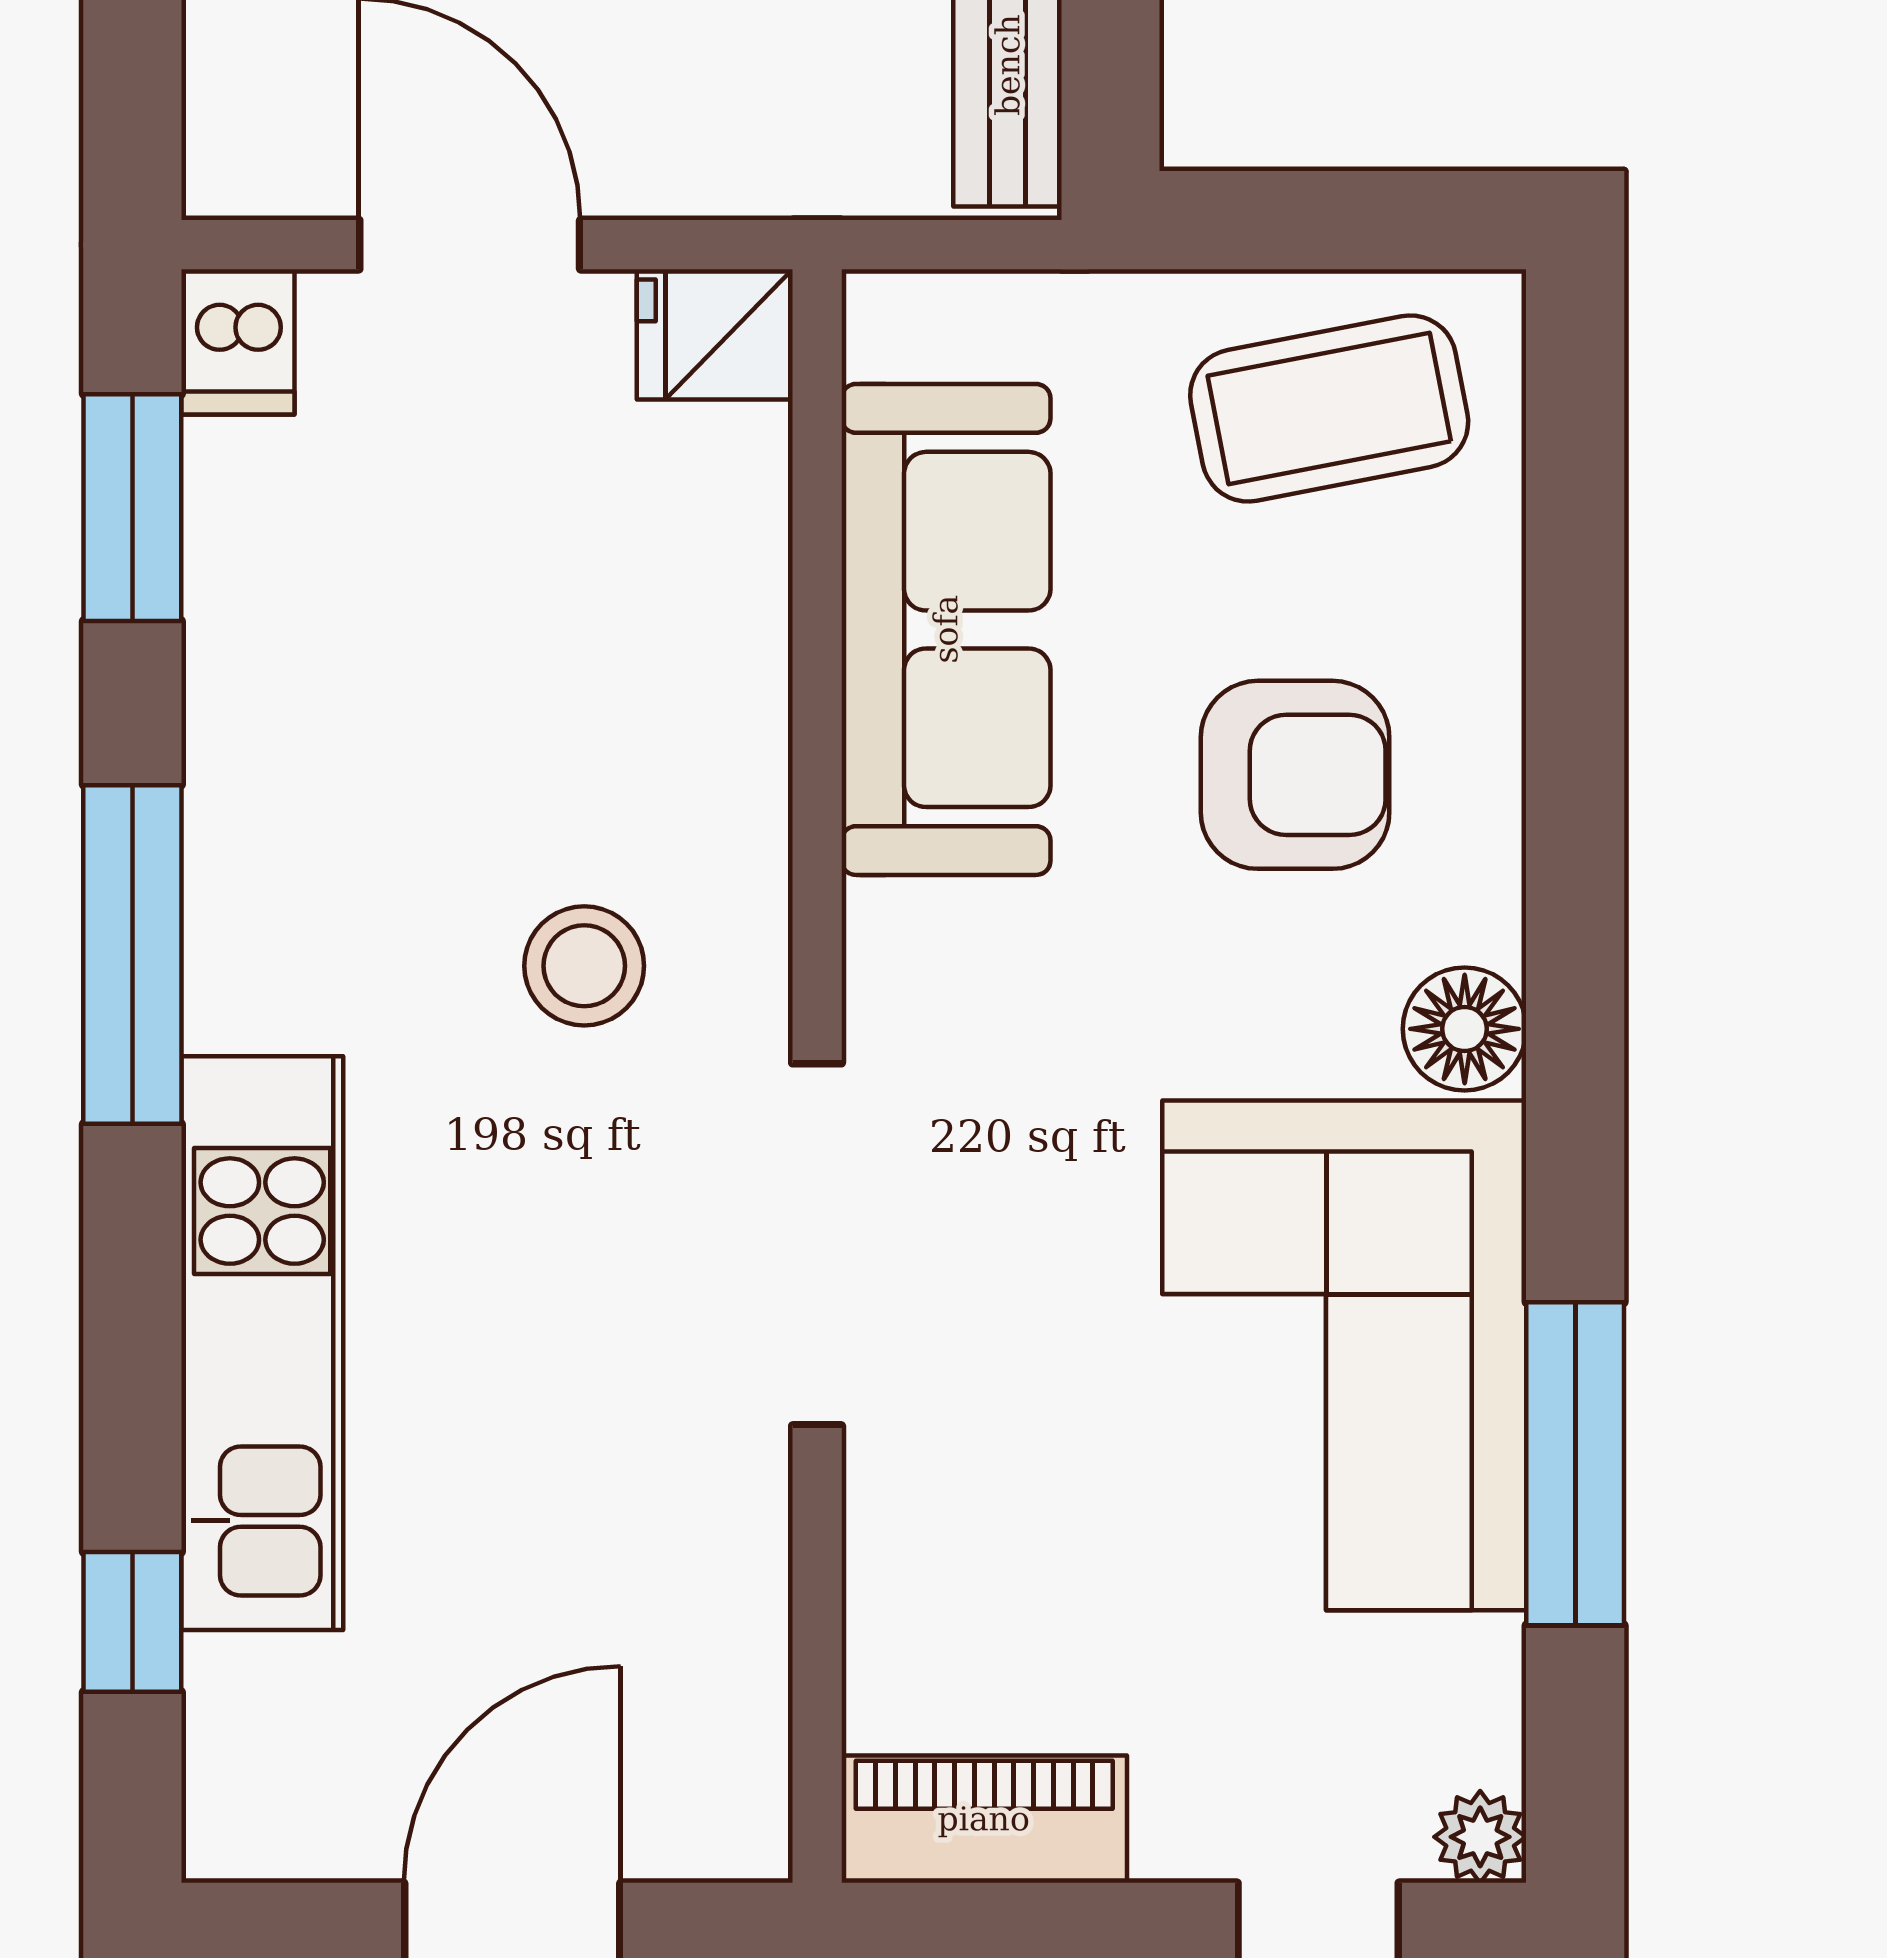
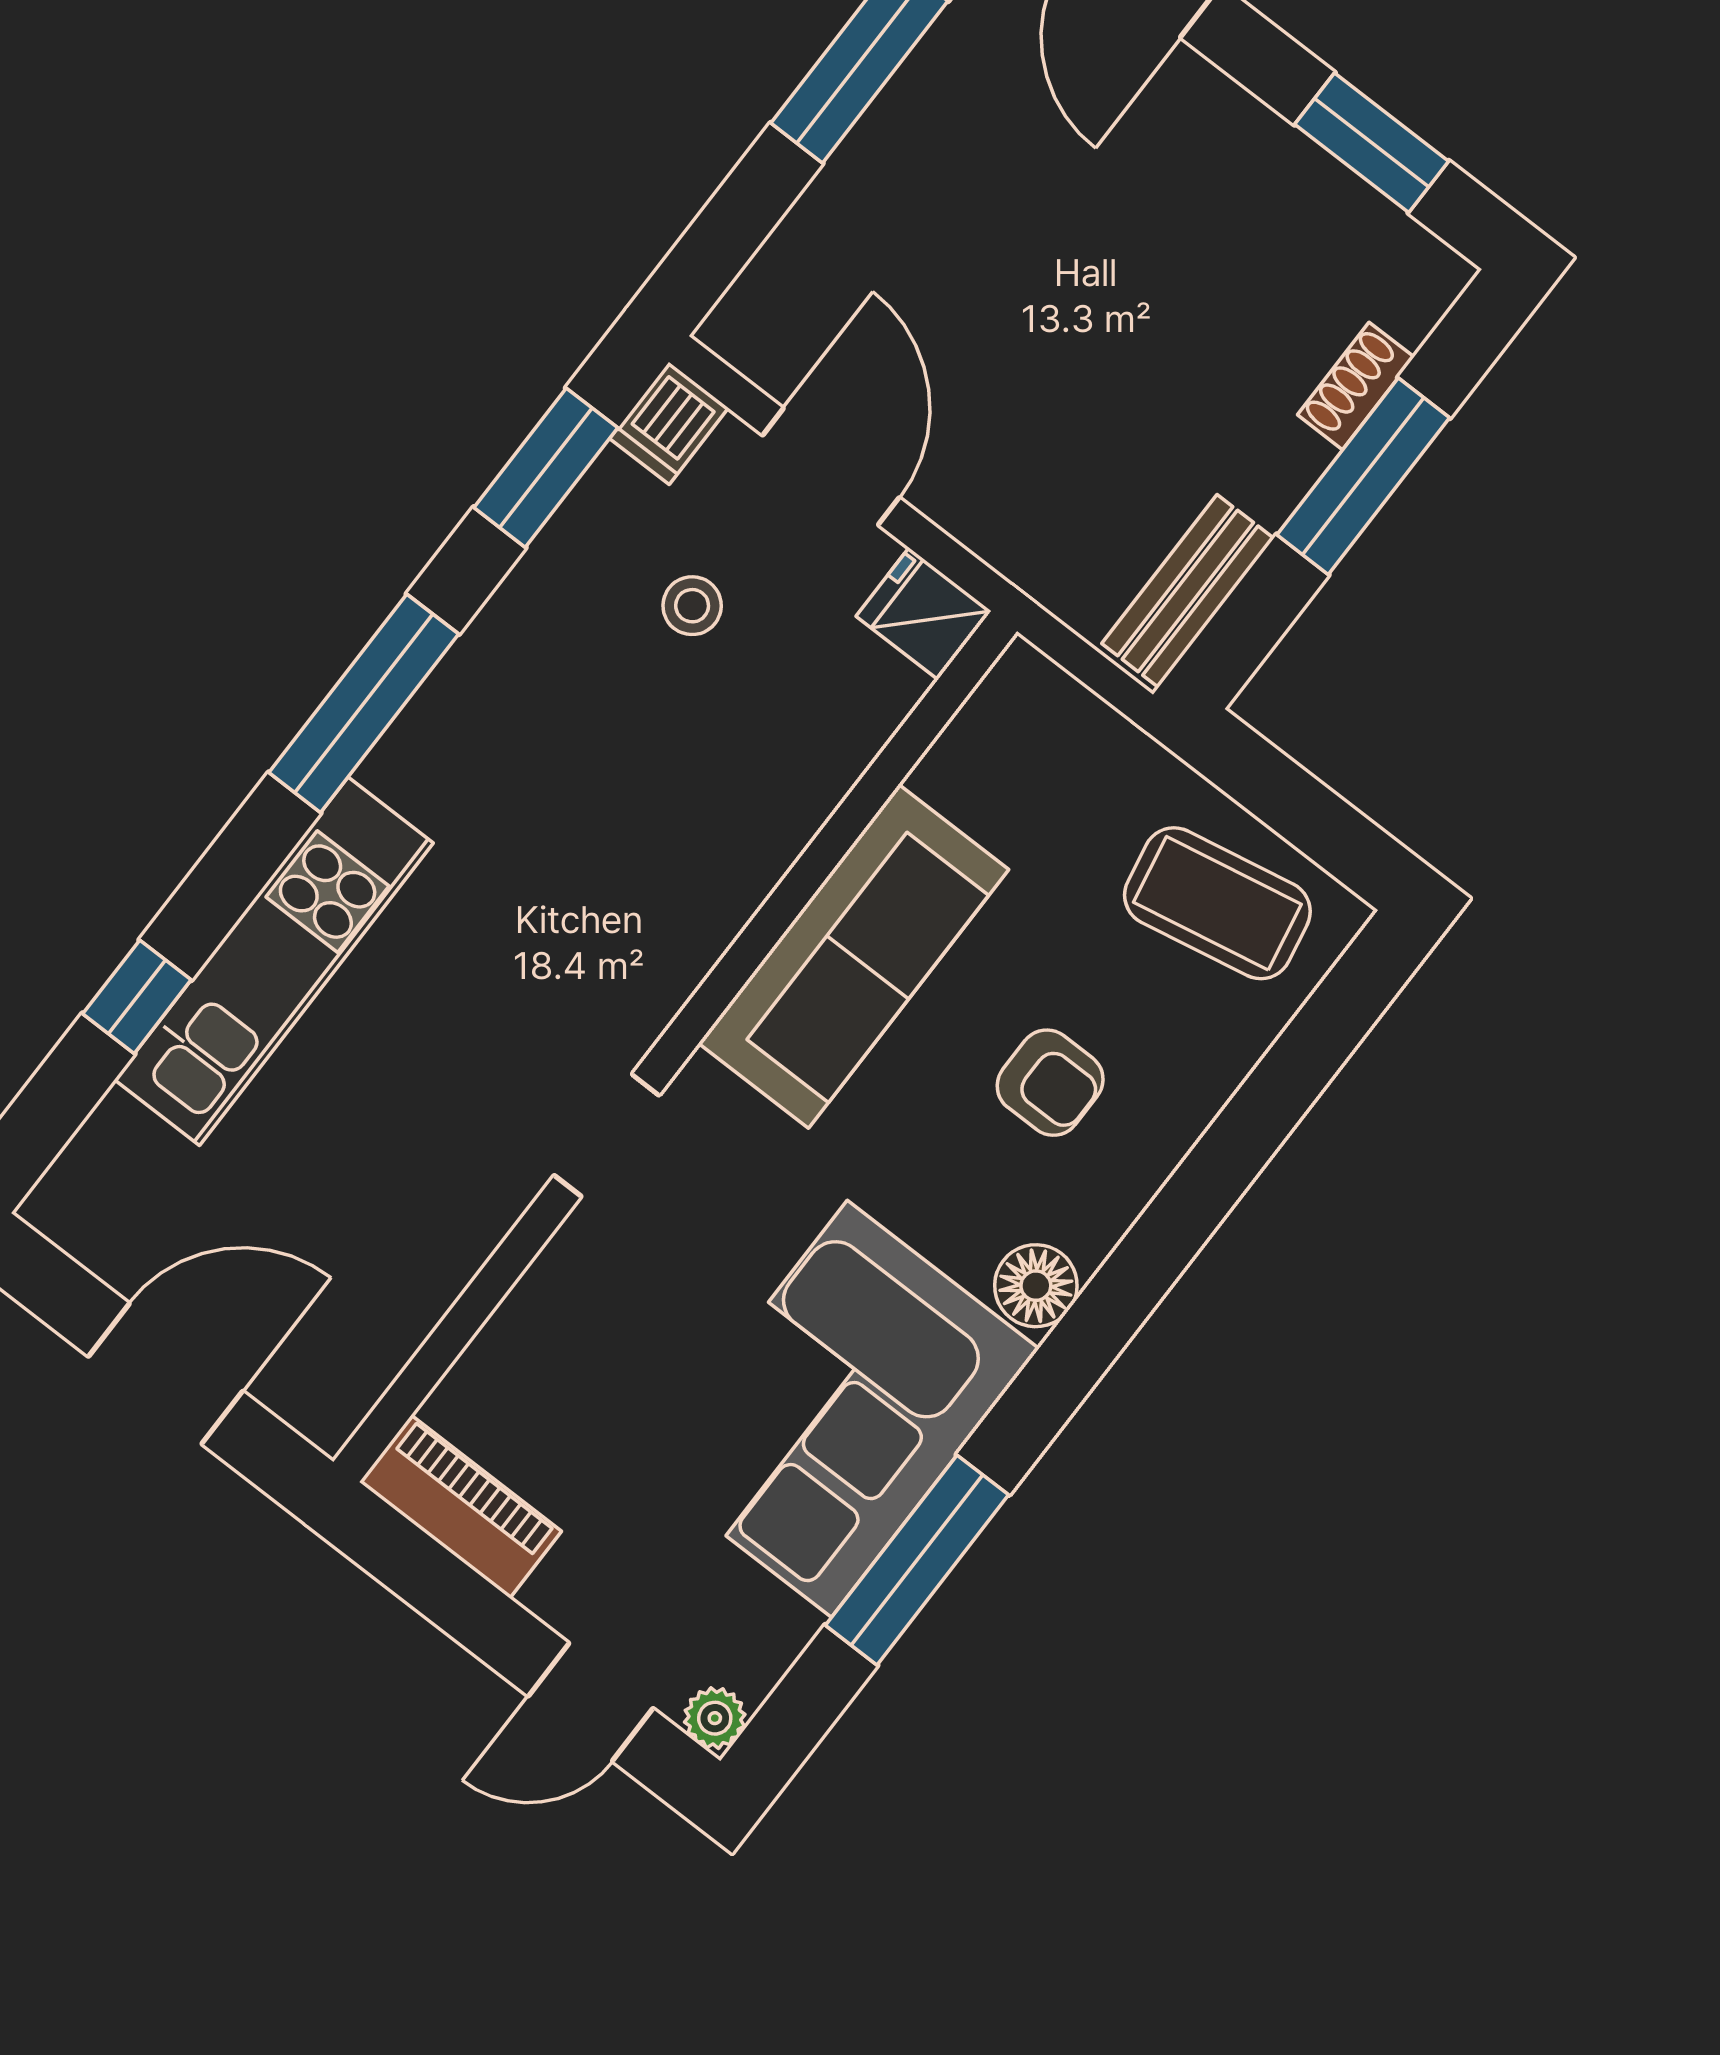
sofa: (946, 629) -> (854, 956), moved
armchair: (1295, 775) -> (1050, 1083), width x0.72, depth x0.72
stool: (584, 966) -> (692, 606), moved, width x0.73, depth x0.73
doorway: (817, 1244) -> (607, 1135), width x0.53
window: (132, 1622) -> (137, 997), moved

